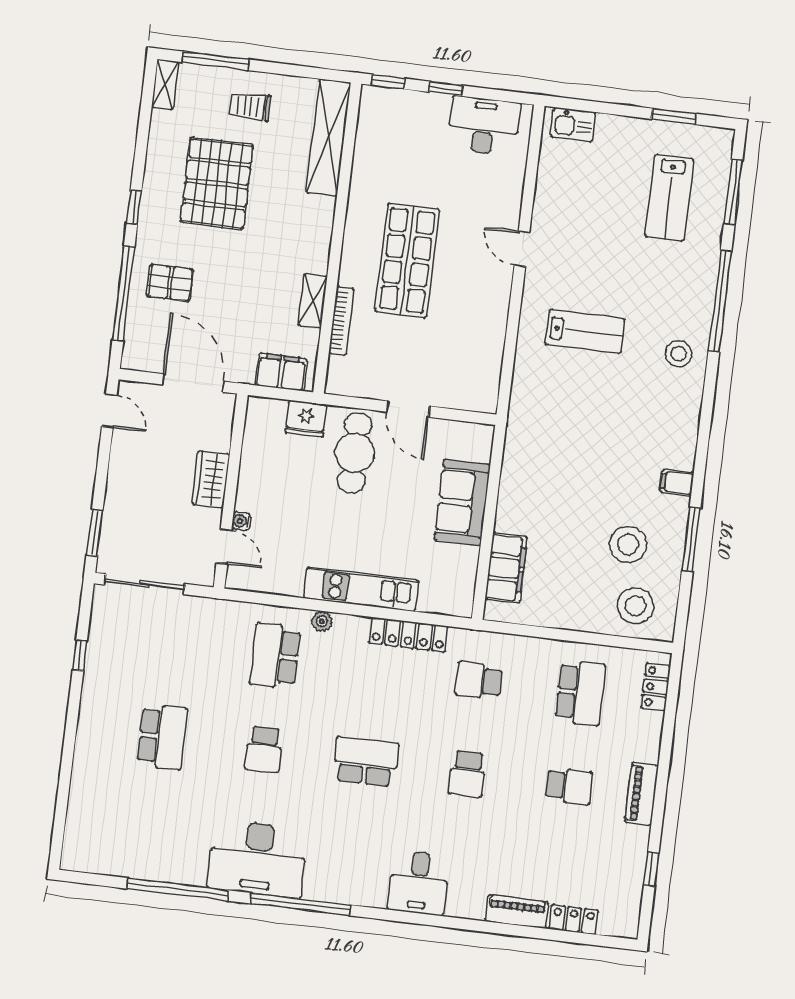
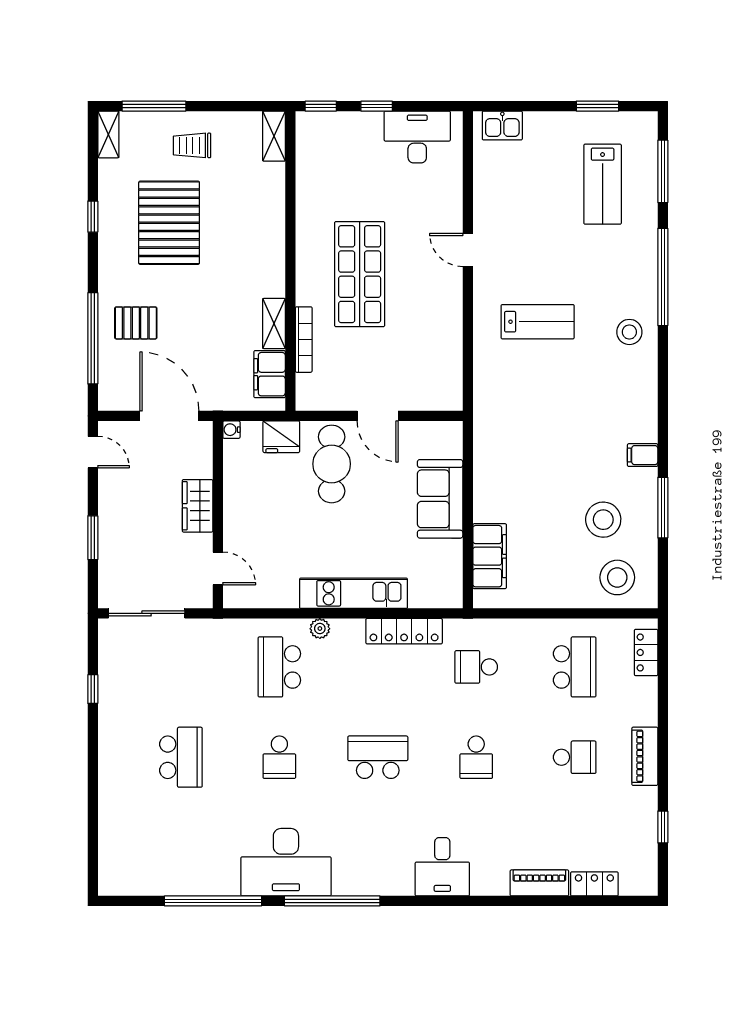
shelving: (328, 138) -> (274, 136), width x0.45, depth x0.75
window: (134, 207) -> (93, 217), moved
filing cabinet: (281, 372) -> (270, 374), moved, turned -90
water cooler: (241, 521) -> (231, 430), moved
window: (95, 533) -> (93, 538), moved

